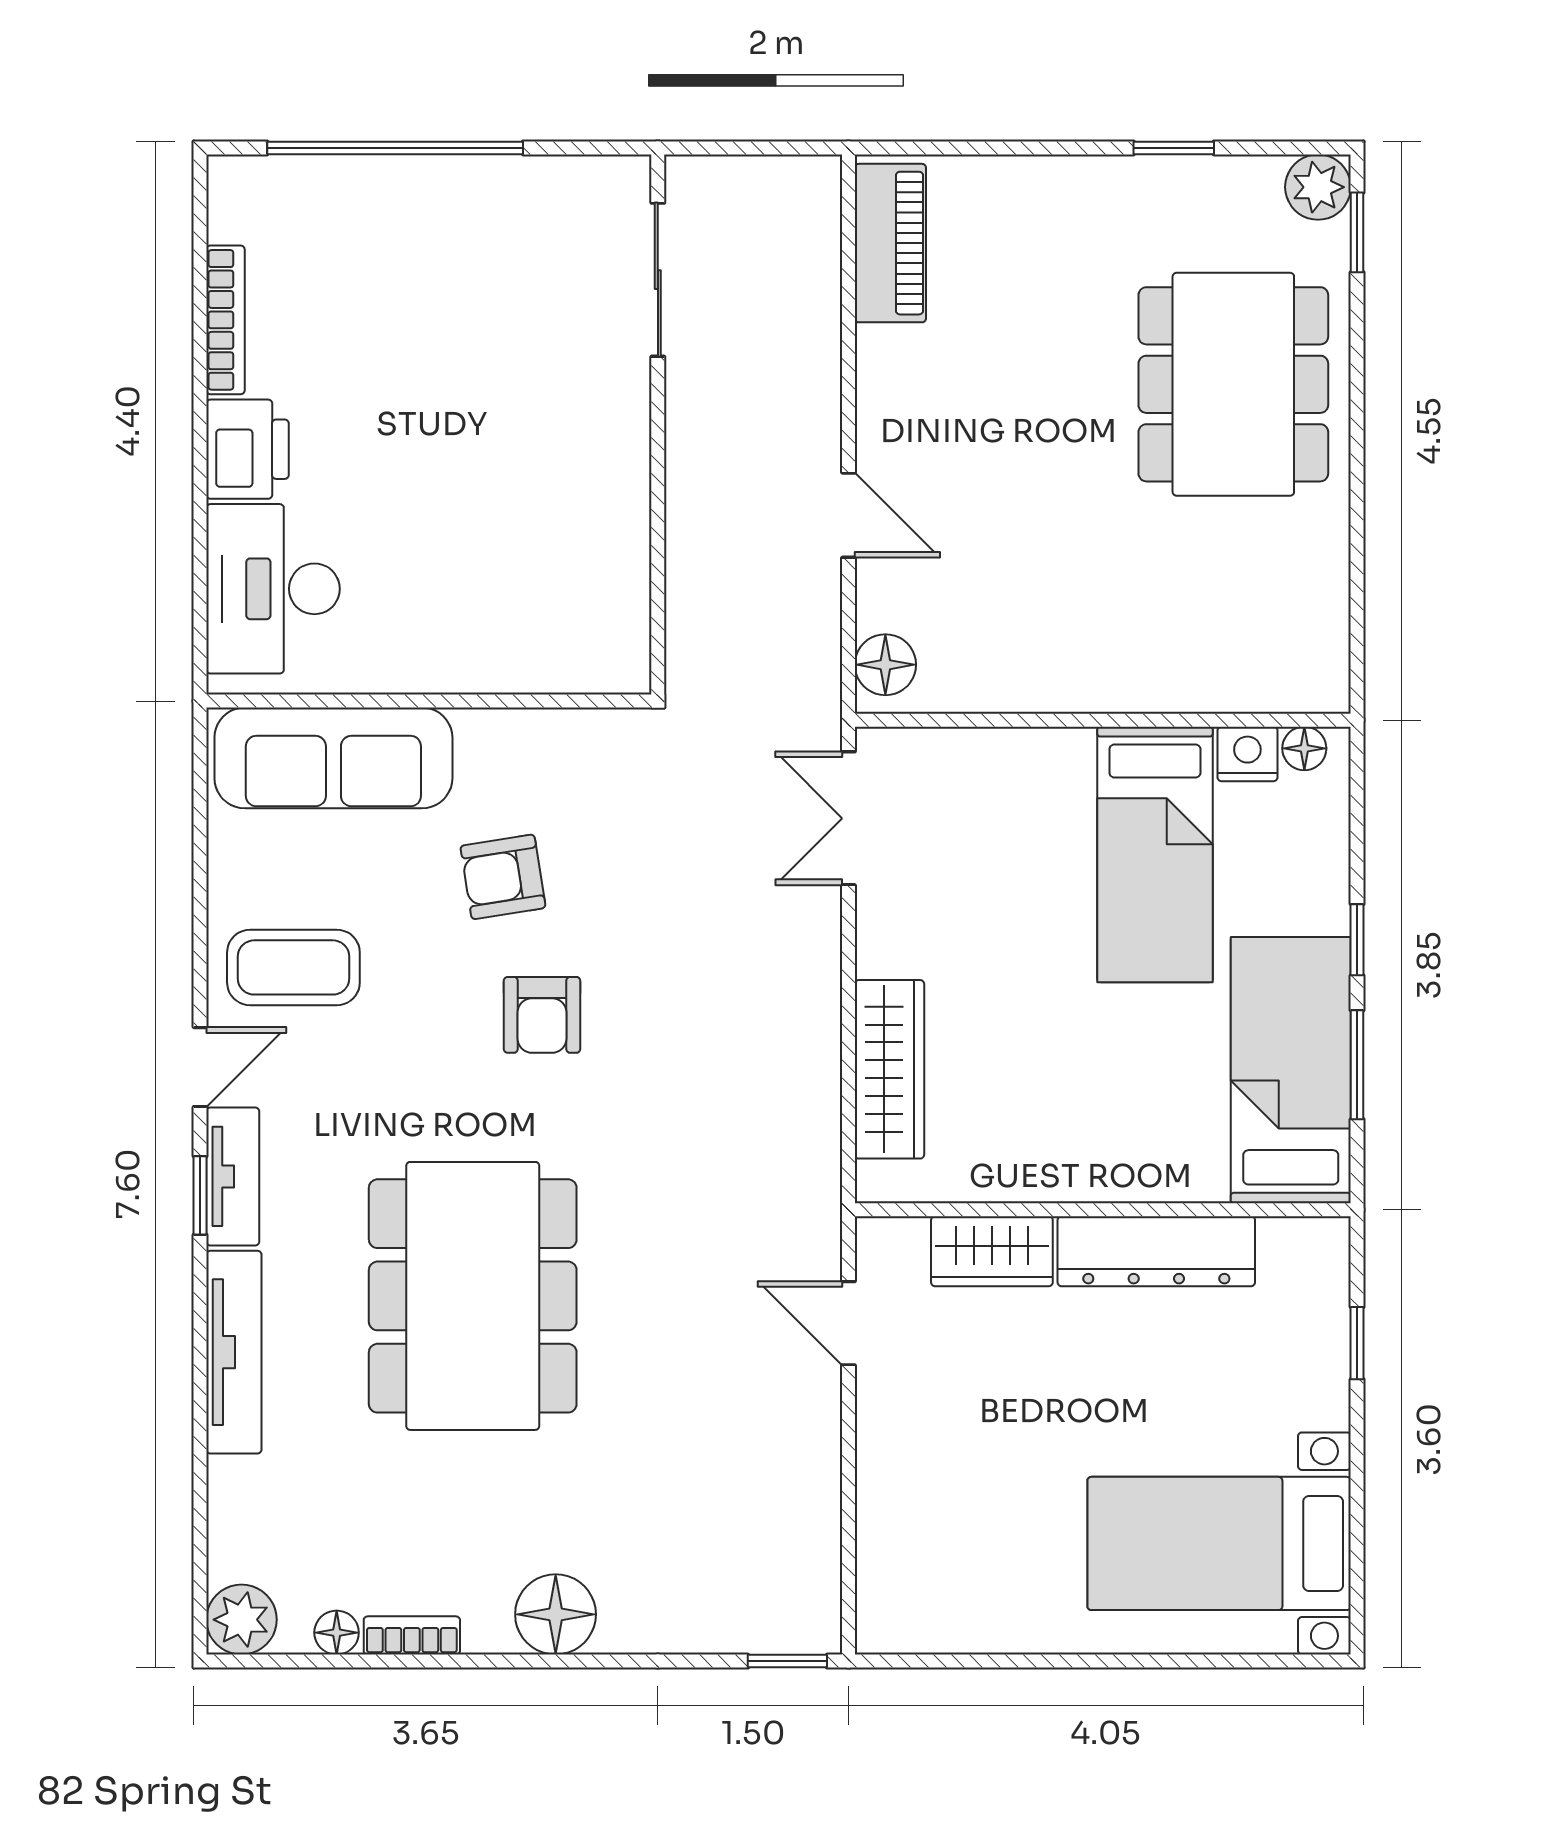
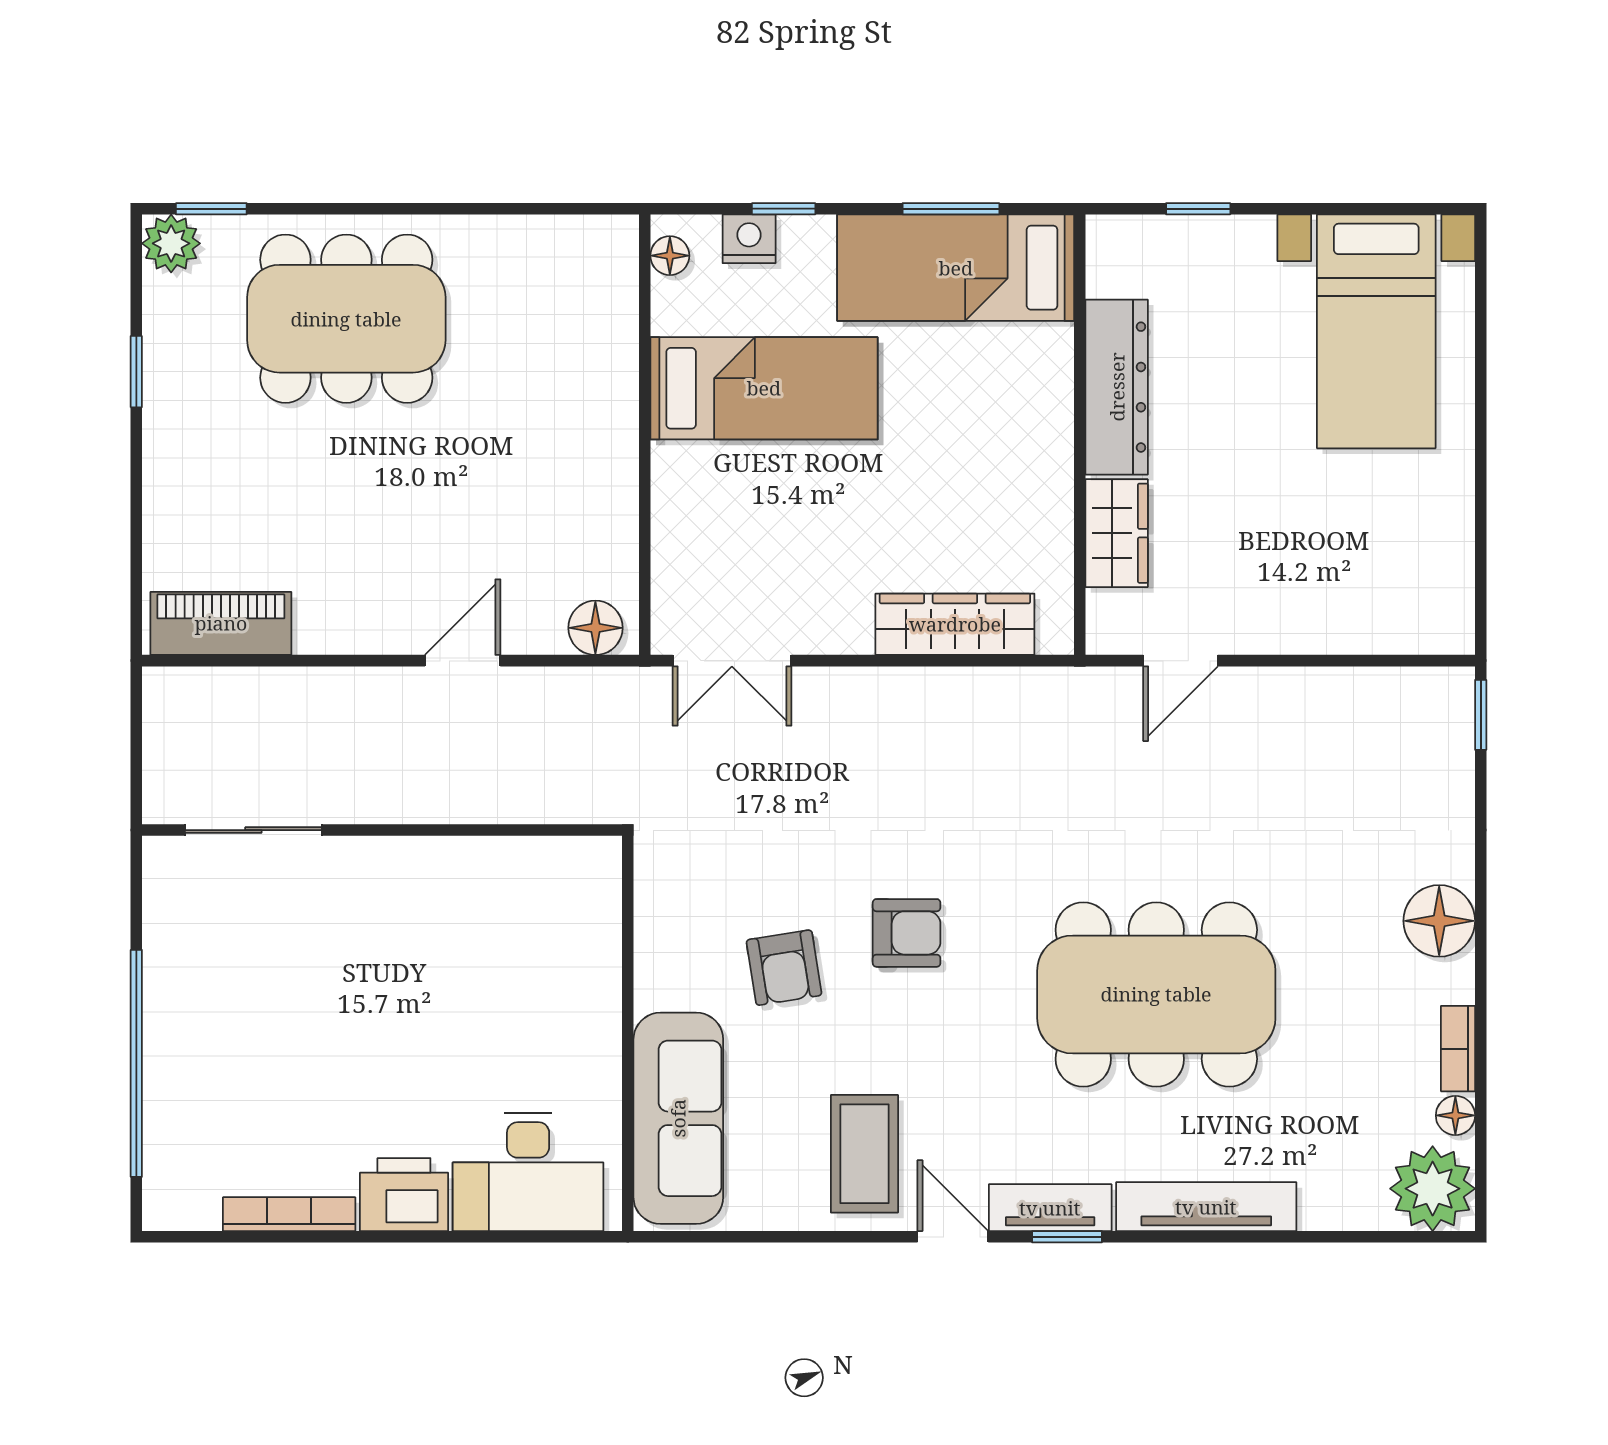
nightstand: (1247, 754) -> (749, 239), moved, turned 90
window: (1357, 940) -> (784, 209), moved
plant: (241, 1620) -> (1433, 1189), width x1.36, depth x1.36

